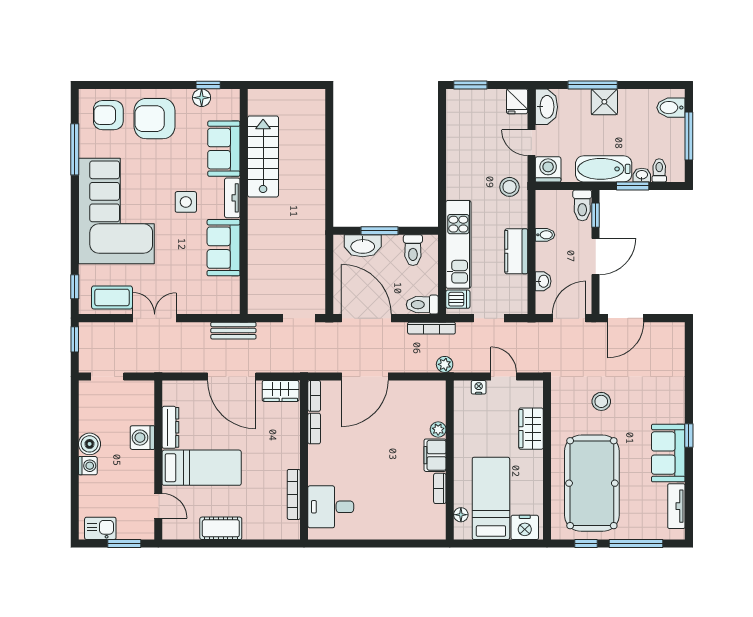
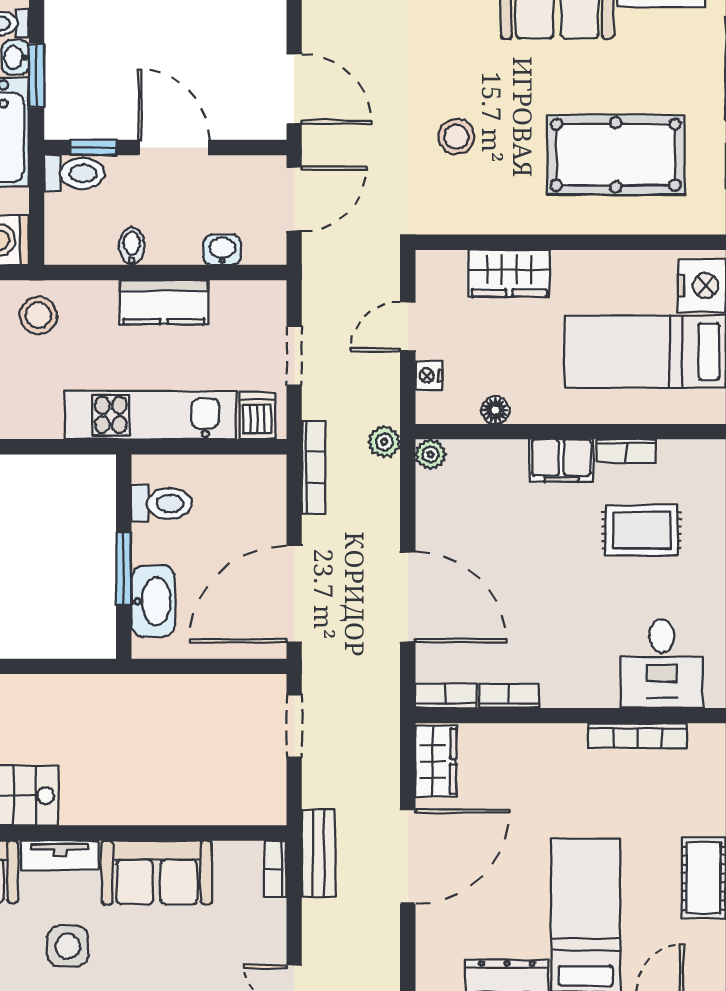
toilet: (422, 305) -> (268, 485), removed
bookcase: (225, 308) -> (275, 869), added
door: (569, 318) -> (294, 199), swing flipped
plant: (438, 430) -> (430, 454), moved
pool table: (592, 483) -> (616, 155), width x0.73, depth x0.76
rug: (399, 496) -> (642, 530), added
floor lamp: (461, 515) -> (495, 410), moved

